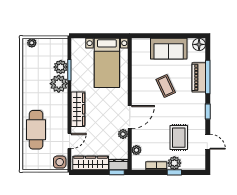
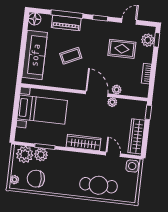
sofa: (169, 49) -> (35, 55), width x1.36
chair: (35, 65) -> (36, 179), added
plant: (59, 84) -> (25, 155), moved
plant: (136, 150) -> (117, 90), moved
plant: (174, 163) -> (148, 40), moved
dresser: (119, 165) -> (141, 110), removed
window: (174, 172) -> (157, 40), moved

